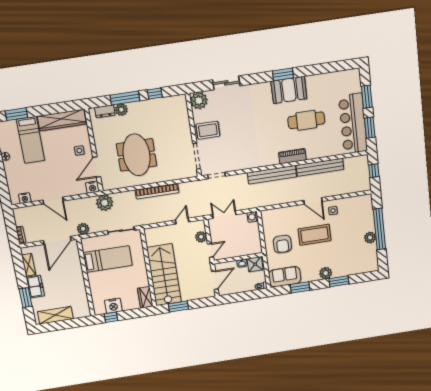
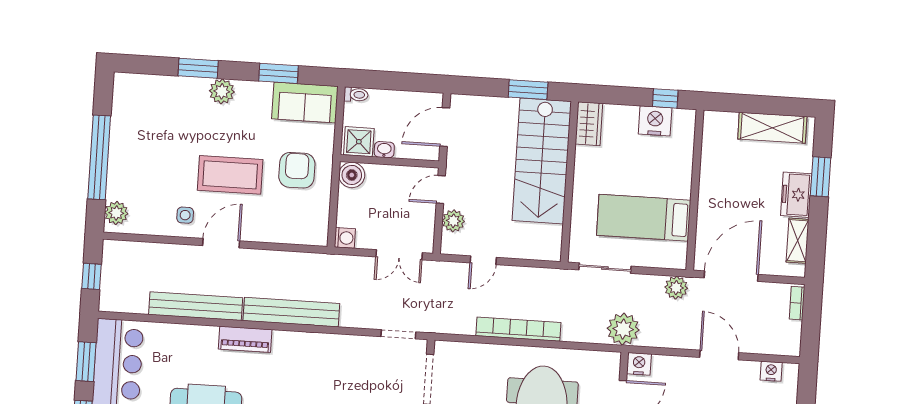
door: (313, 201) -> (221, 243), hinge flipped
plant: (370, 238) -> (116, 213), moved
boiler: (255, 248) -> (352, 175), added

